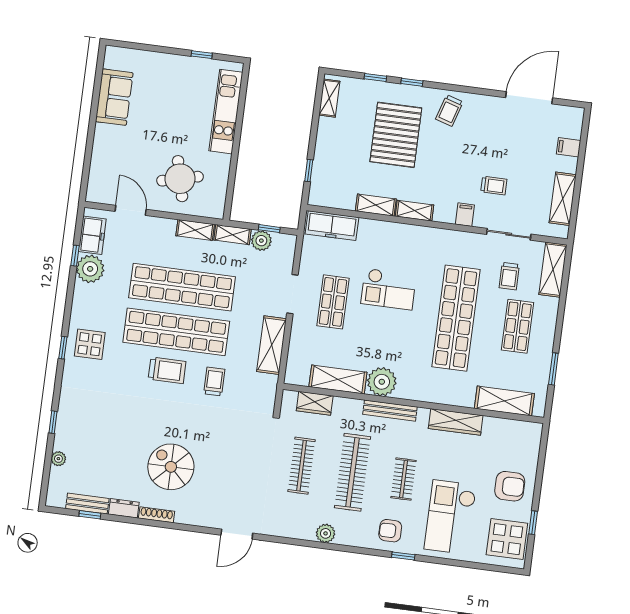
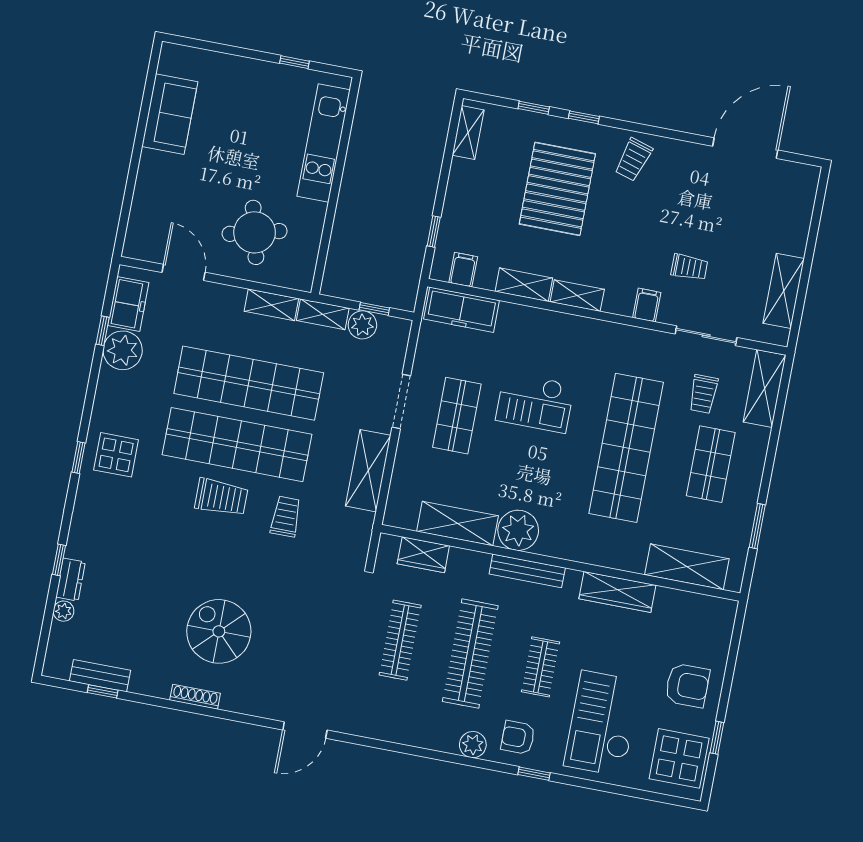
filing cabinet: (569, 147) -> (463, 270), moved, turned 90
dresser: (124, 508) -> (71, 580), moved, turned 90
plant: (326, 533) -> (473, 745), moved

